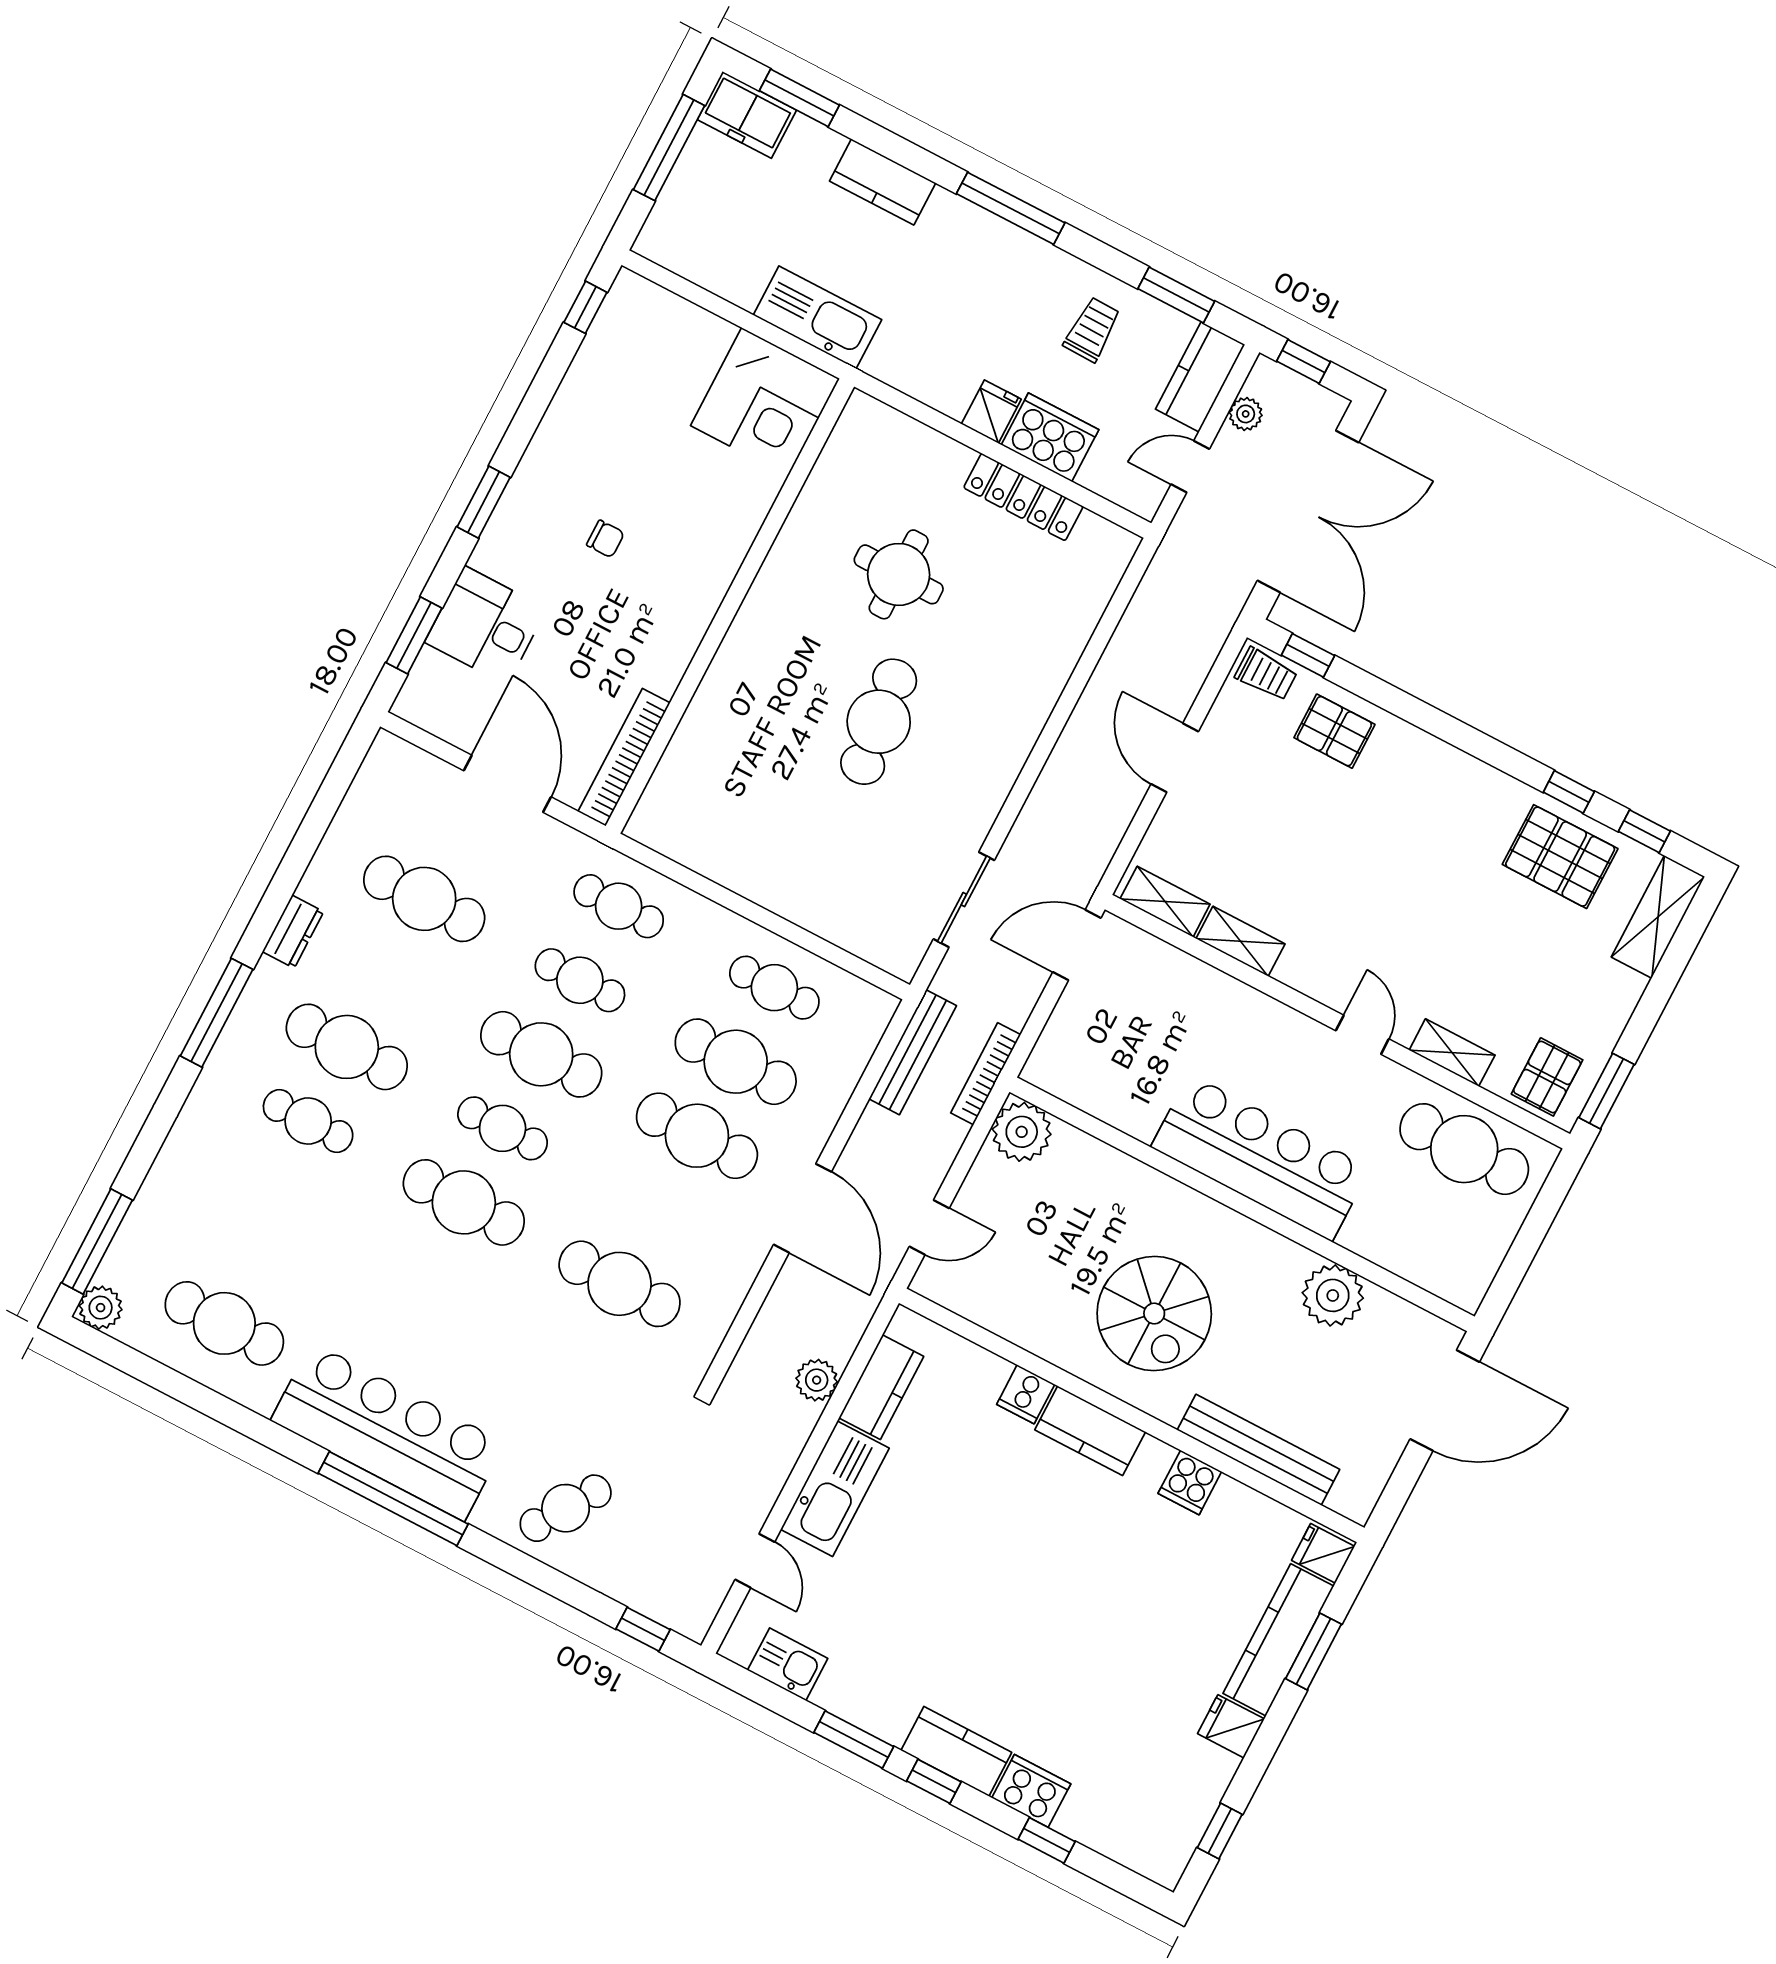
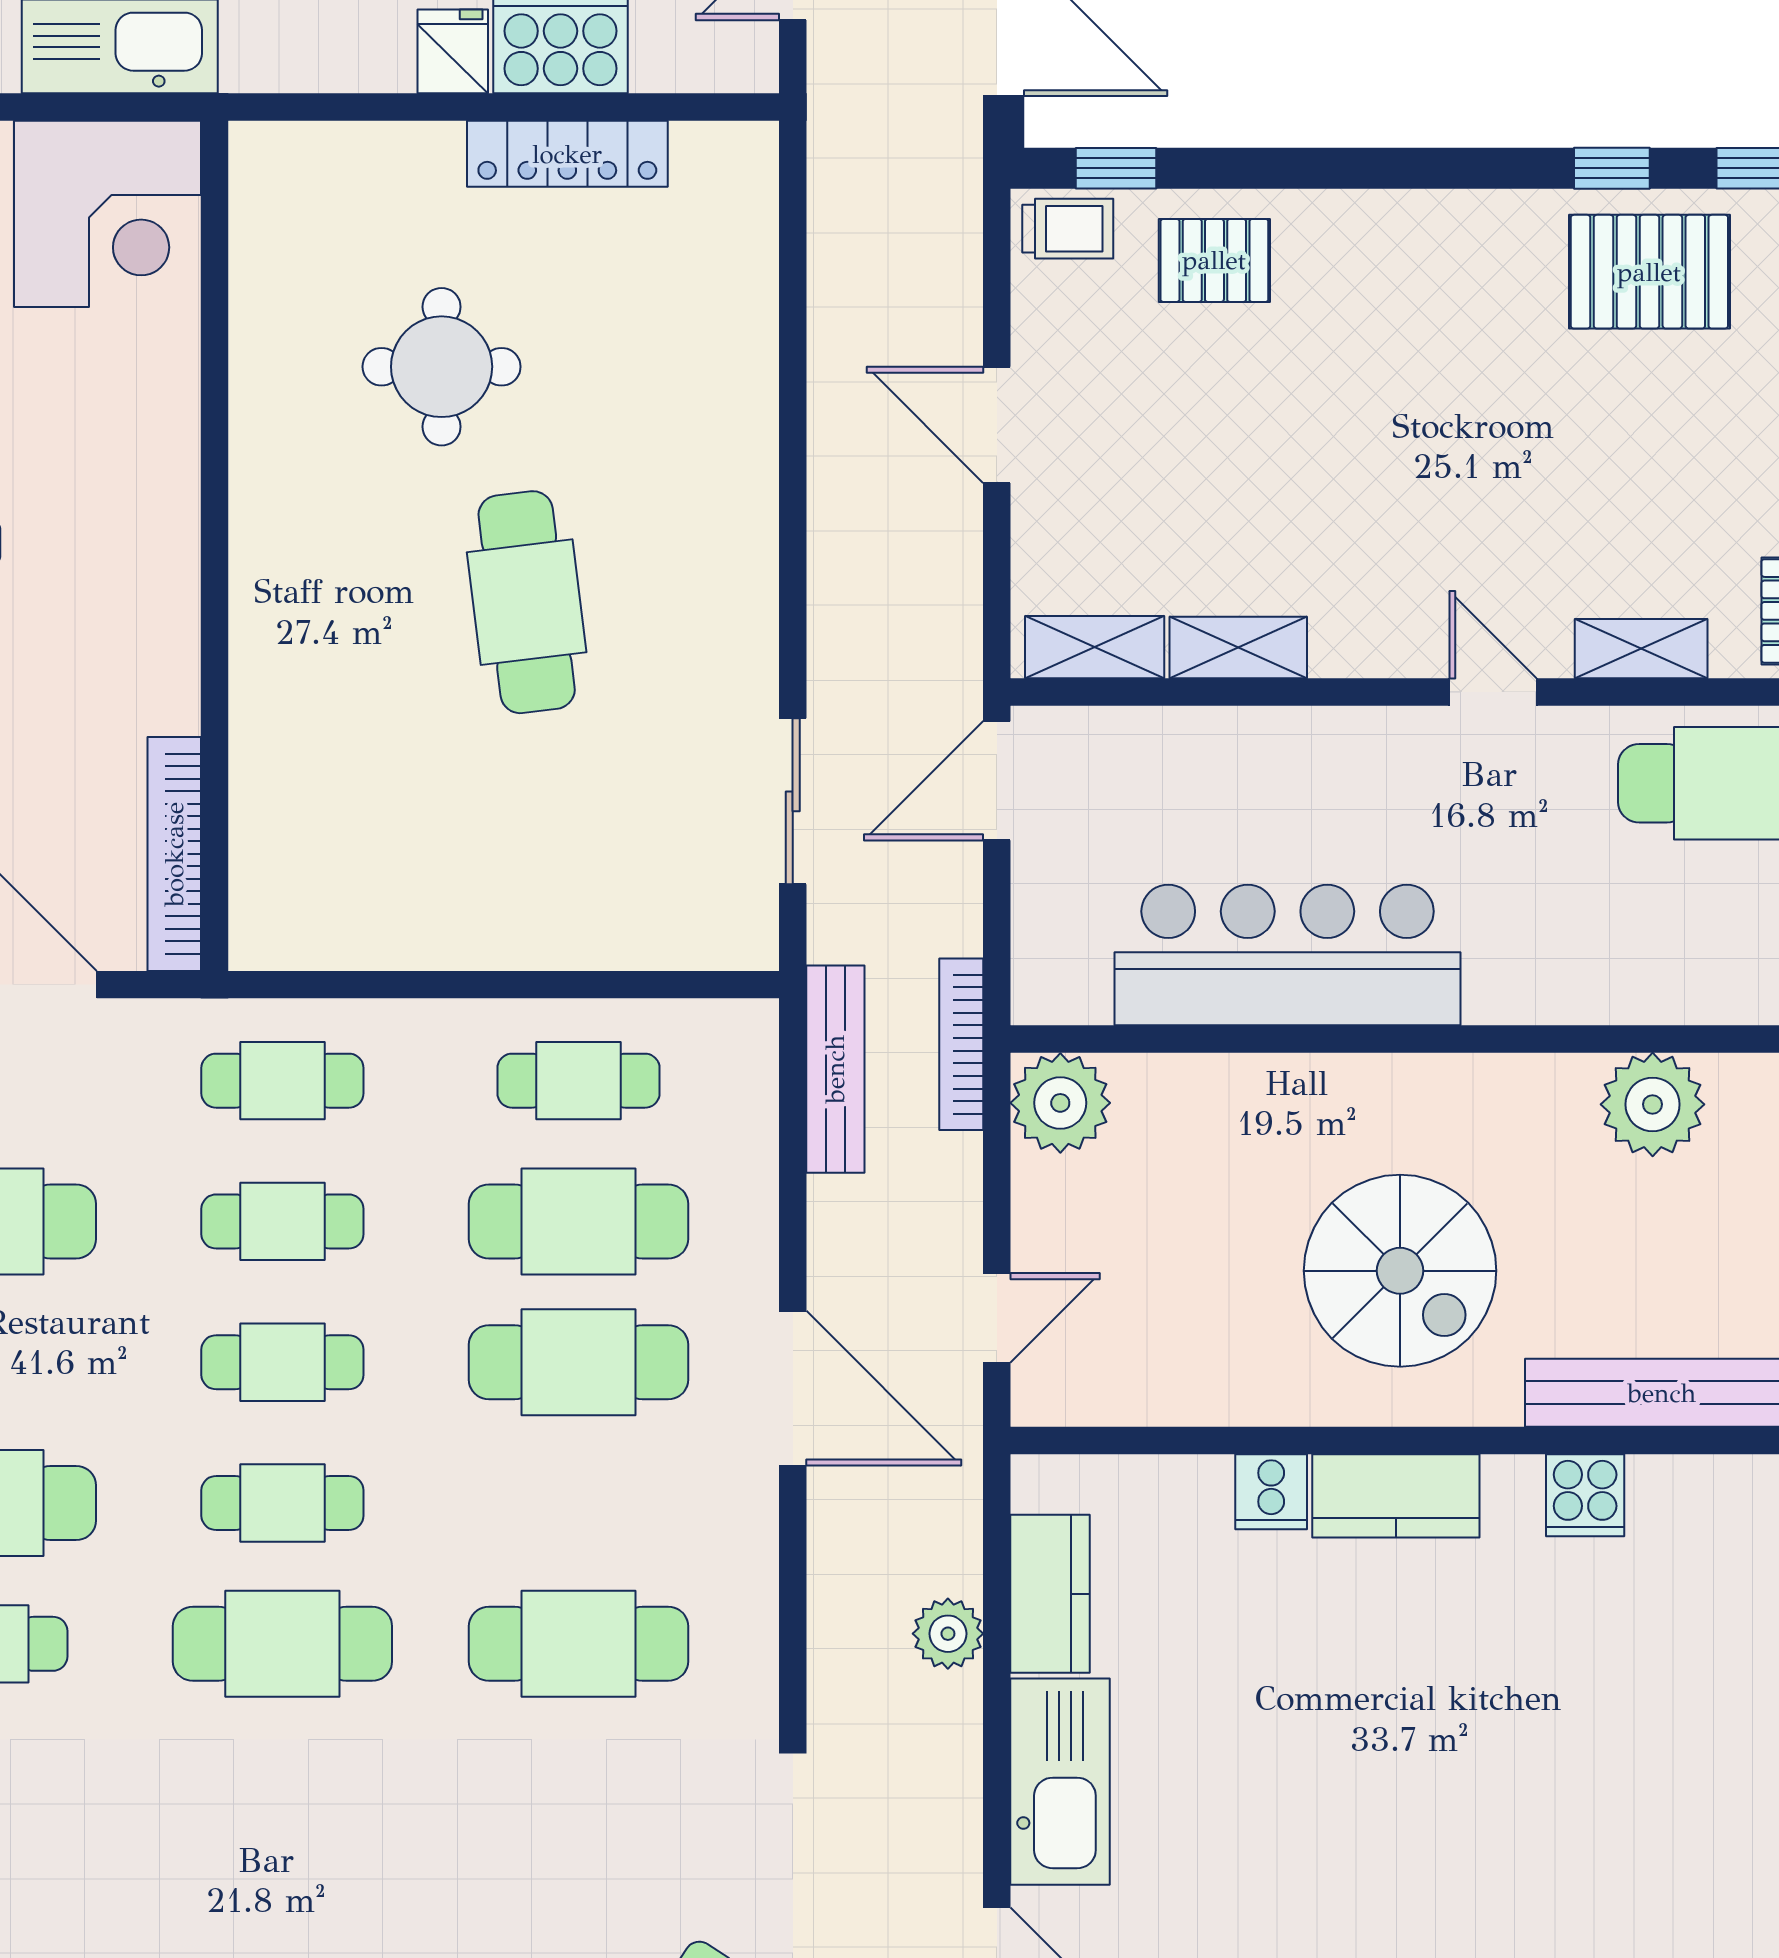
cafe table: (541, 1054) -> (282, 1362), width x0.73, depth x0.74
bar counter: (1261, 1158) -> (1288, 955), moved

